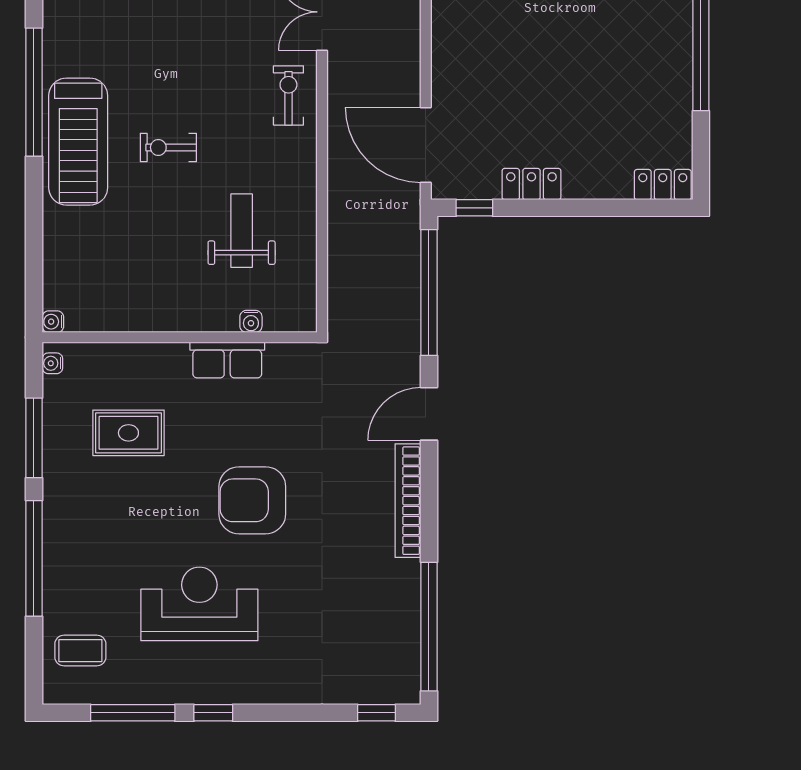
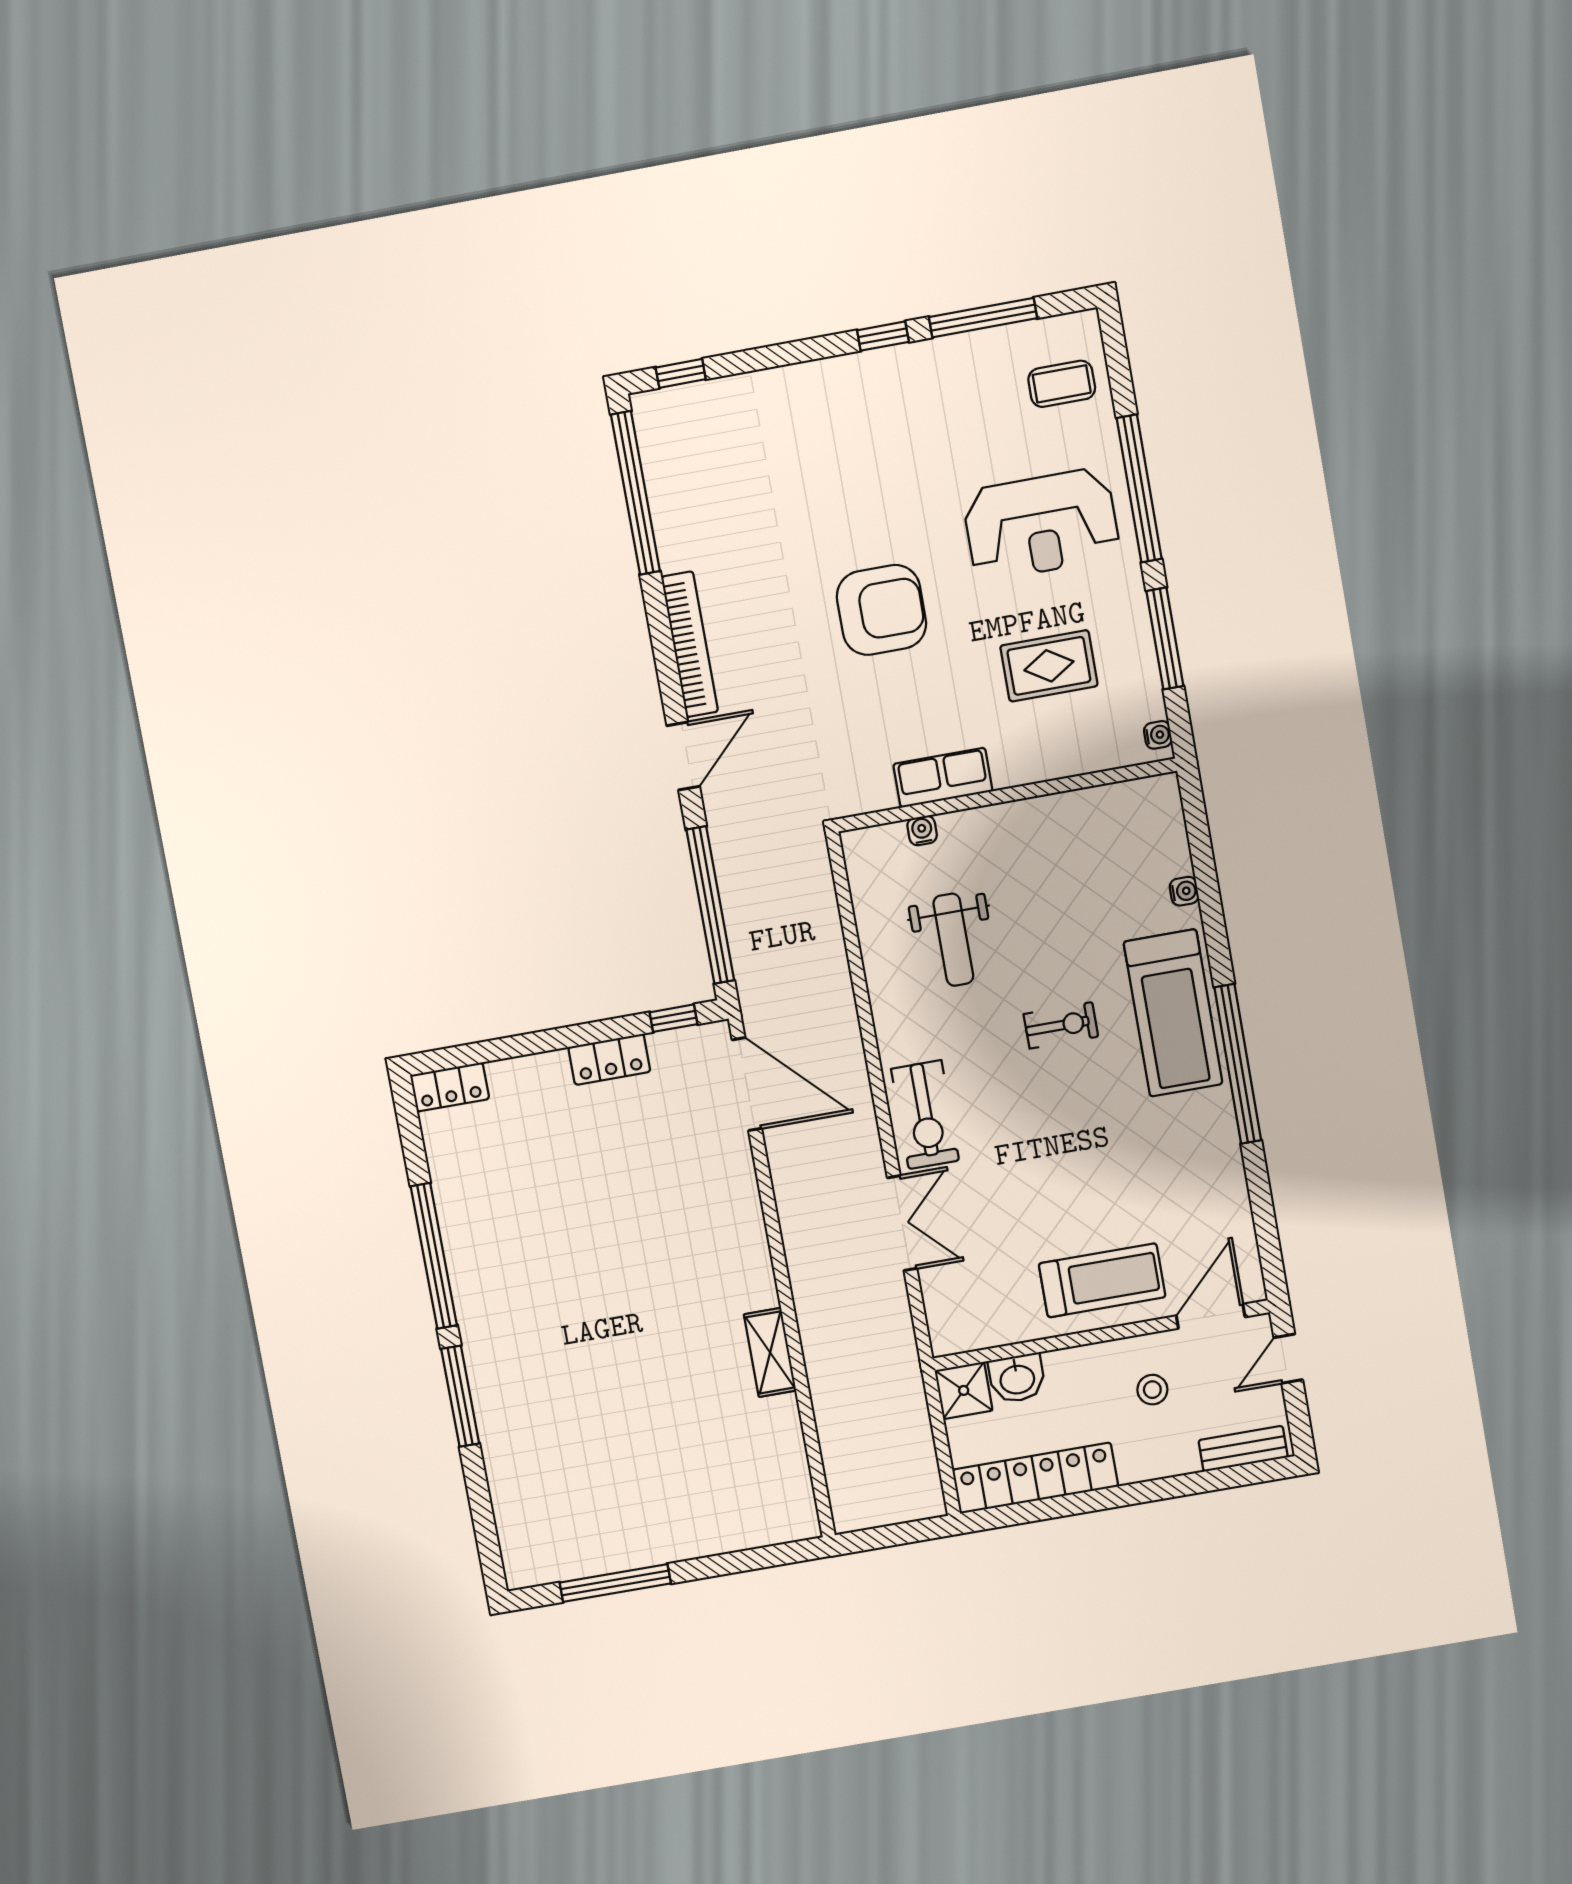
exercise bike: (288, 95) -> (925, 1115), width x1.38, depth x1.39
treadmill: (78, 142) -> (1173, 1013), turned 180
water cooler: (53, 322) -> (1184, 891), moved
reception desk: (199, 604) -> (1041, 524), moved

